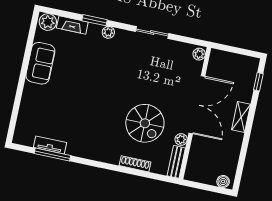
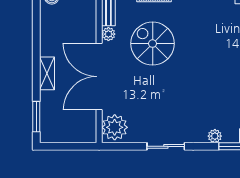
plant: (199, 54) -> (115, 127), width x1.87, depth x1.87
window: (258, 82) -> (36, 117), width x1.50

